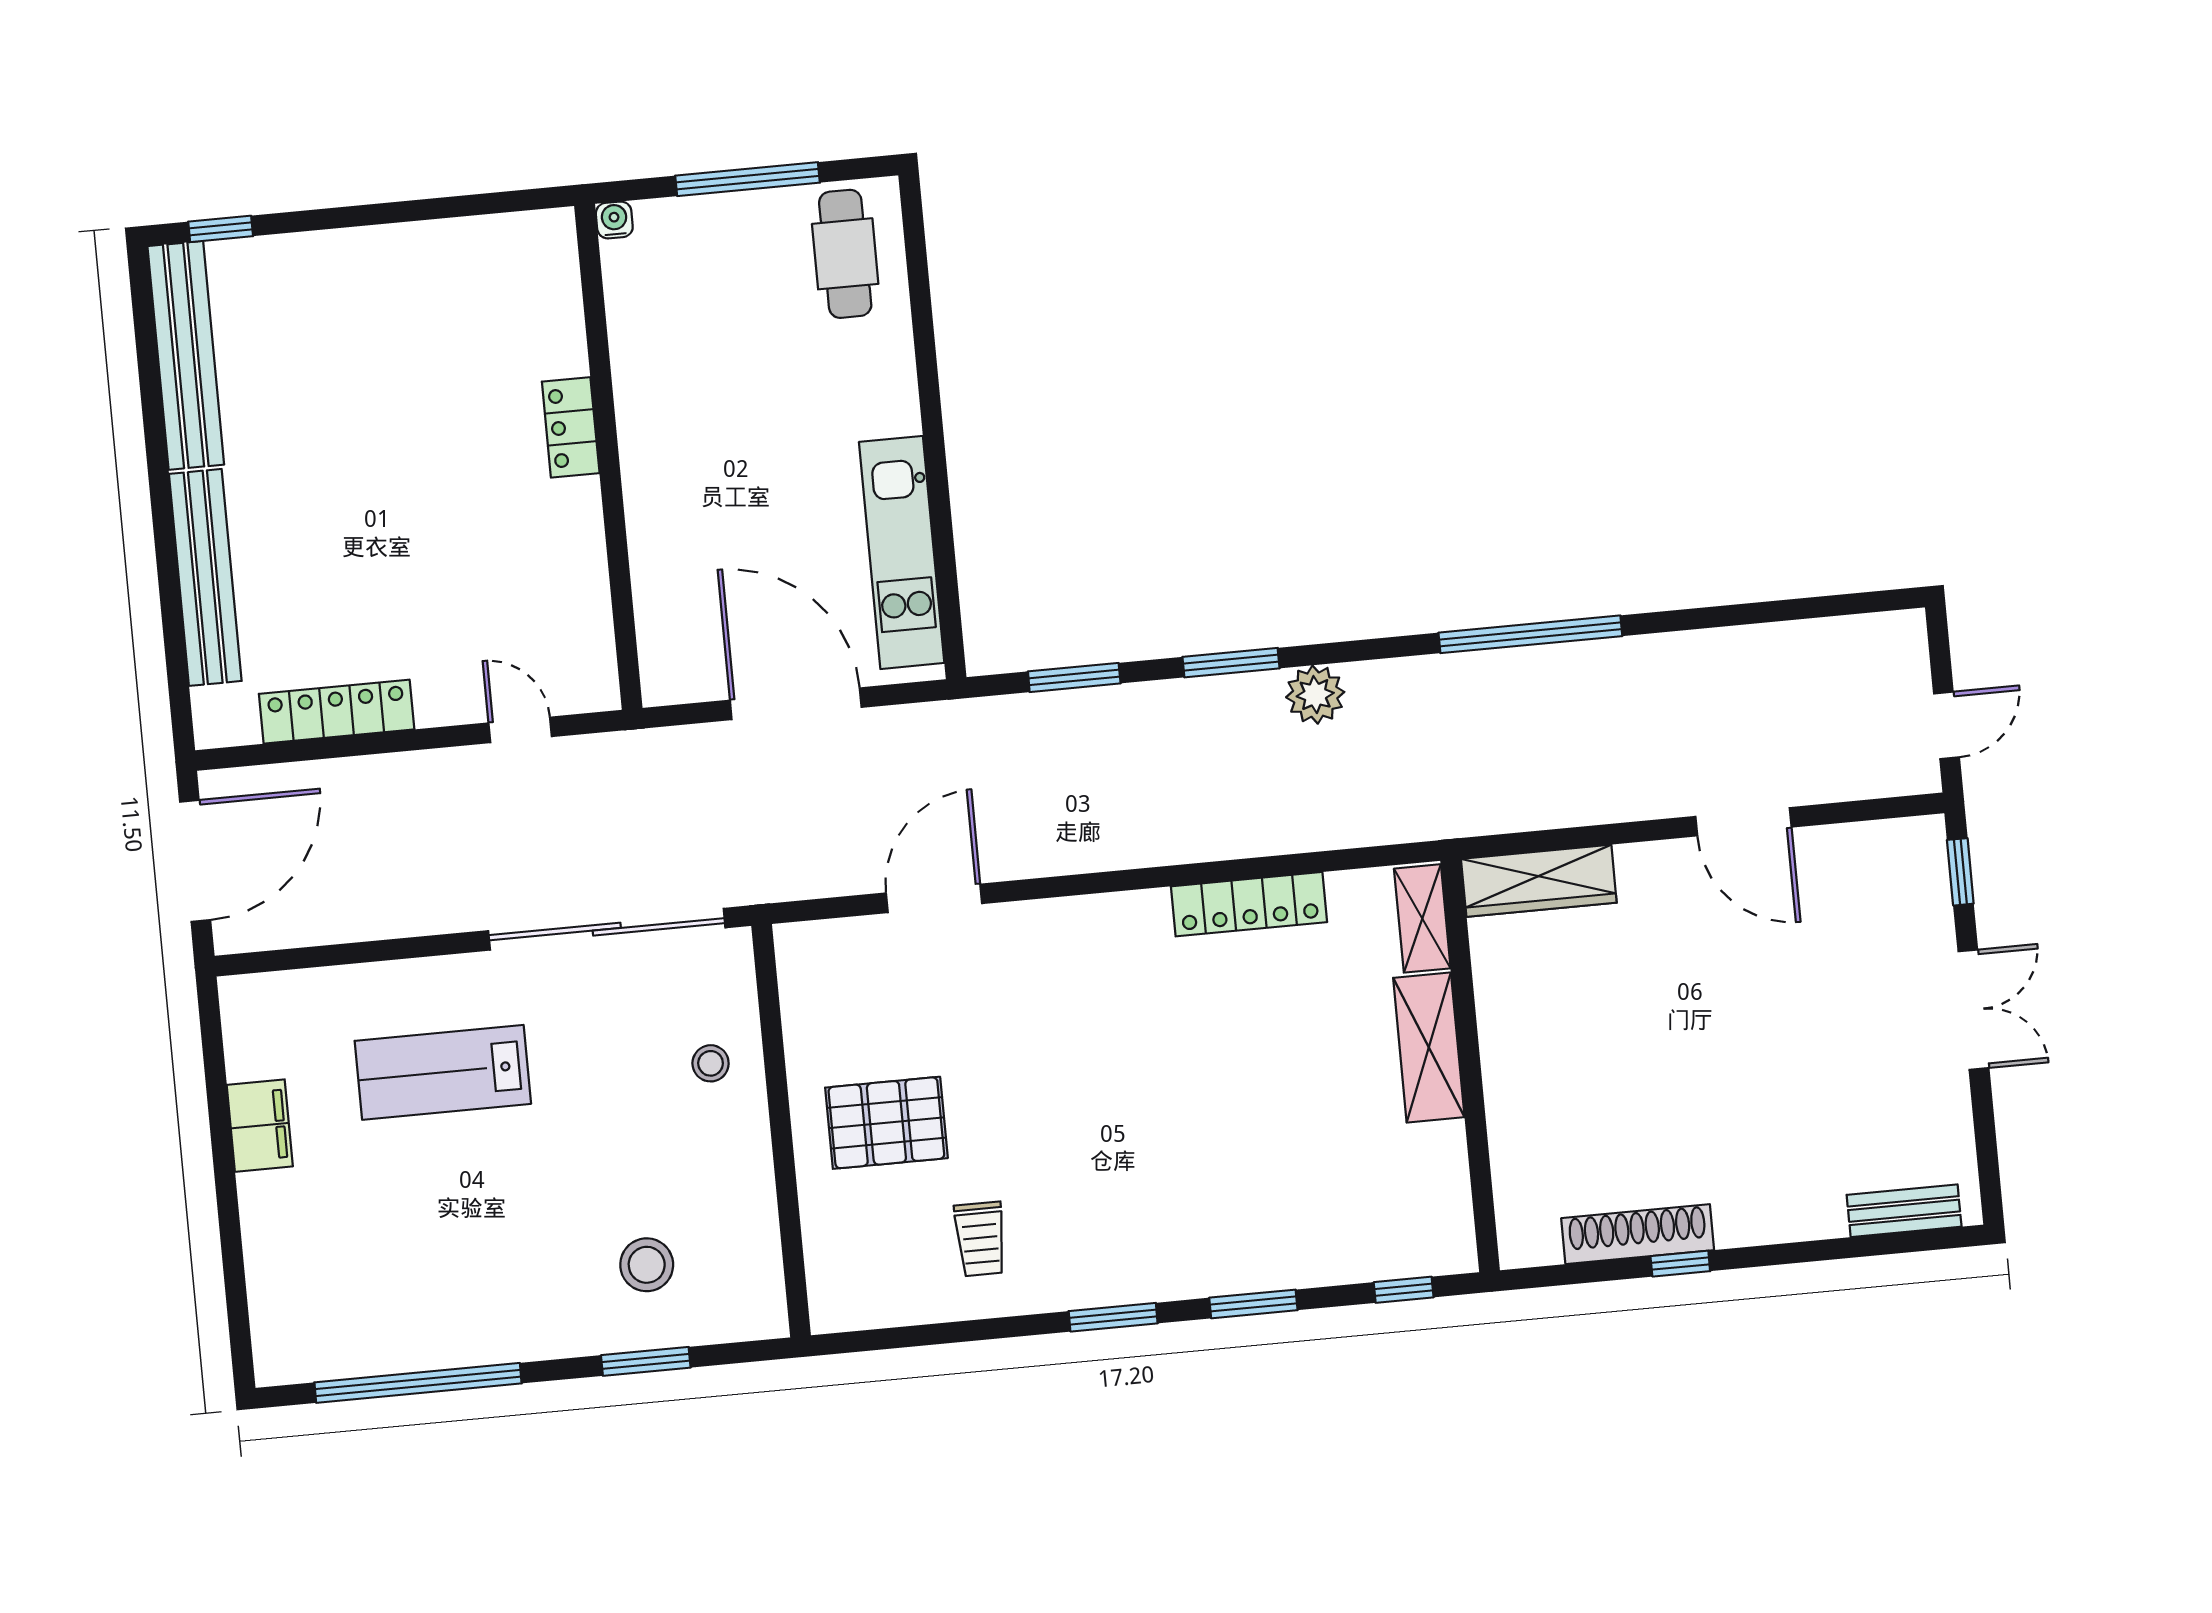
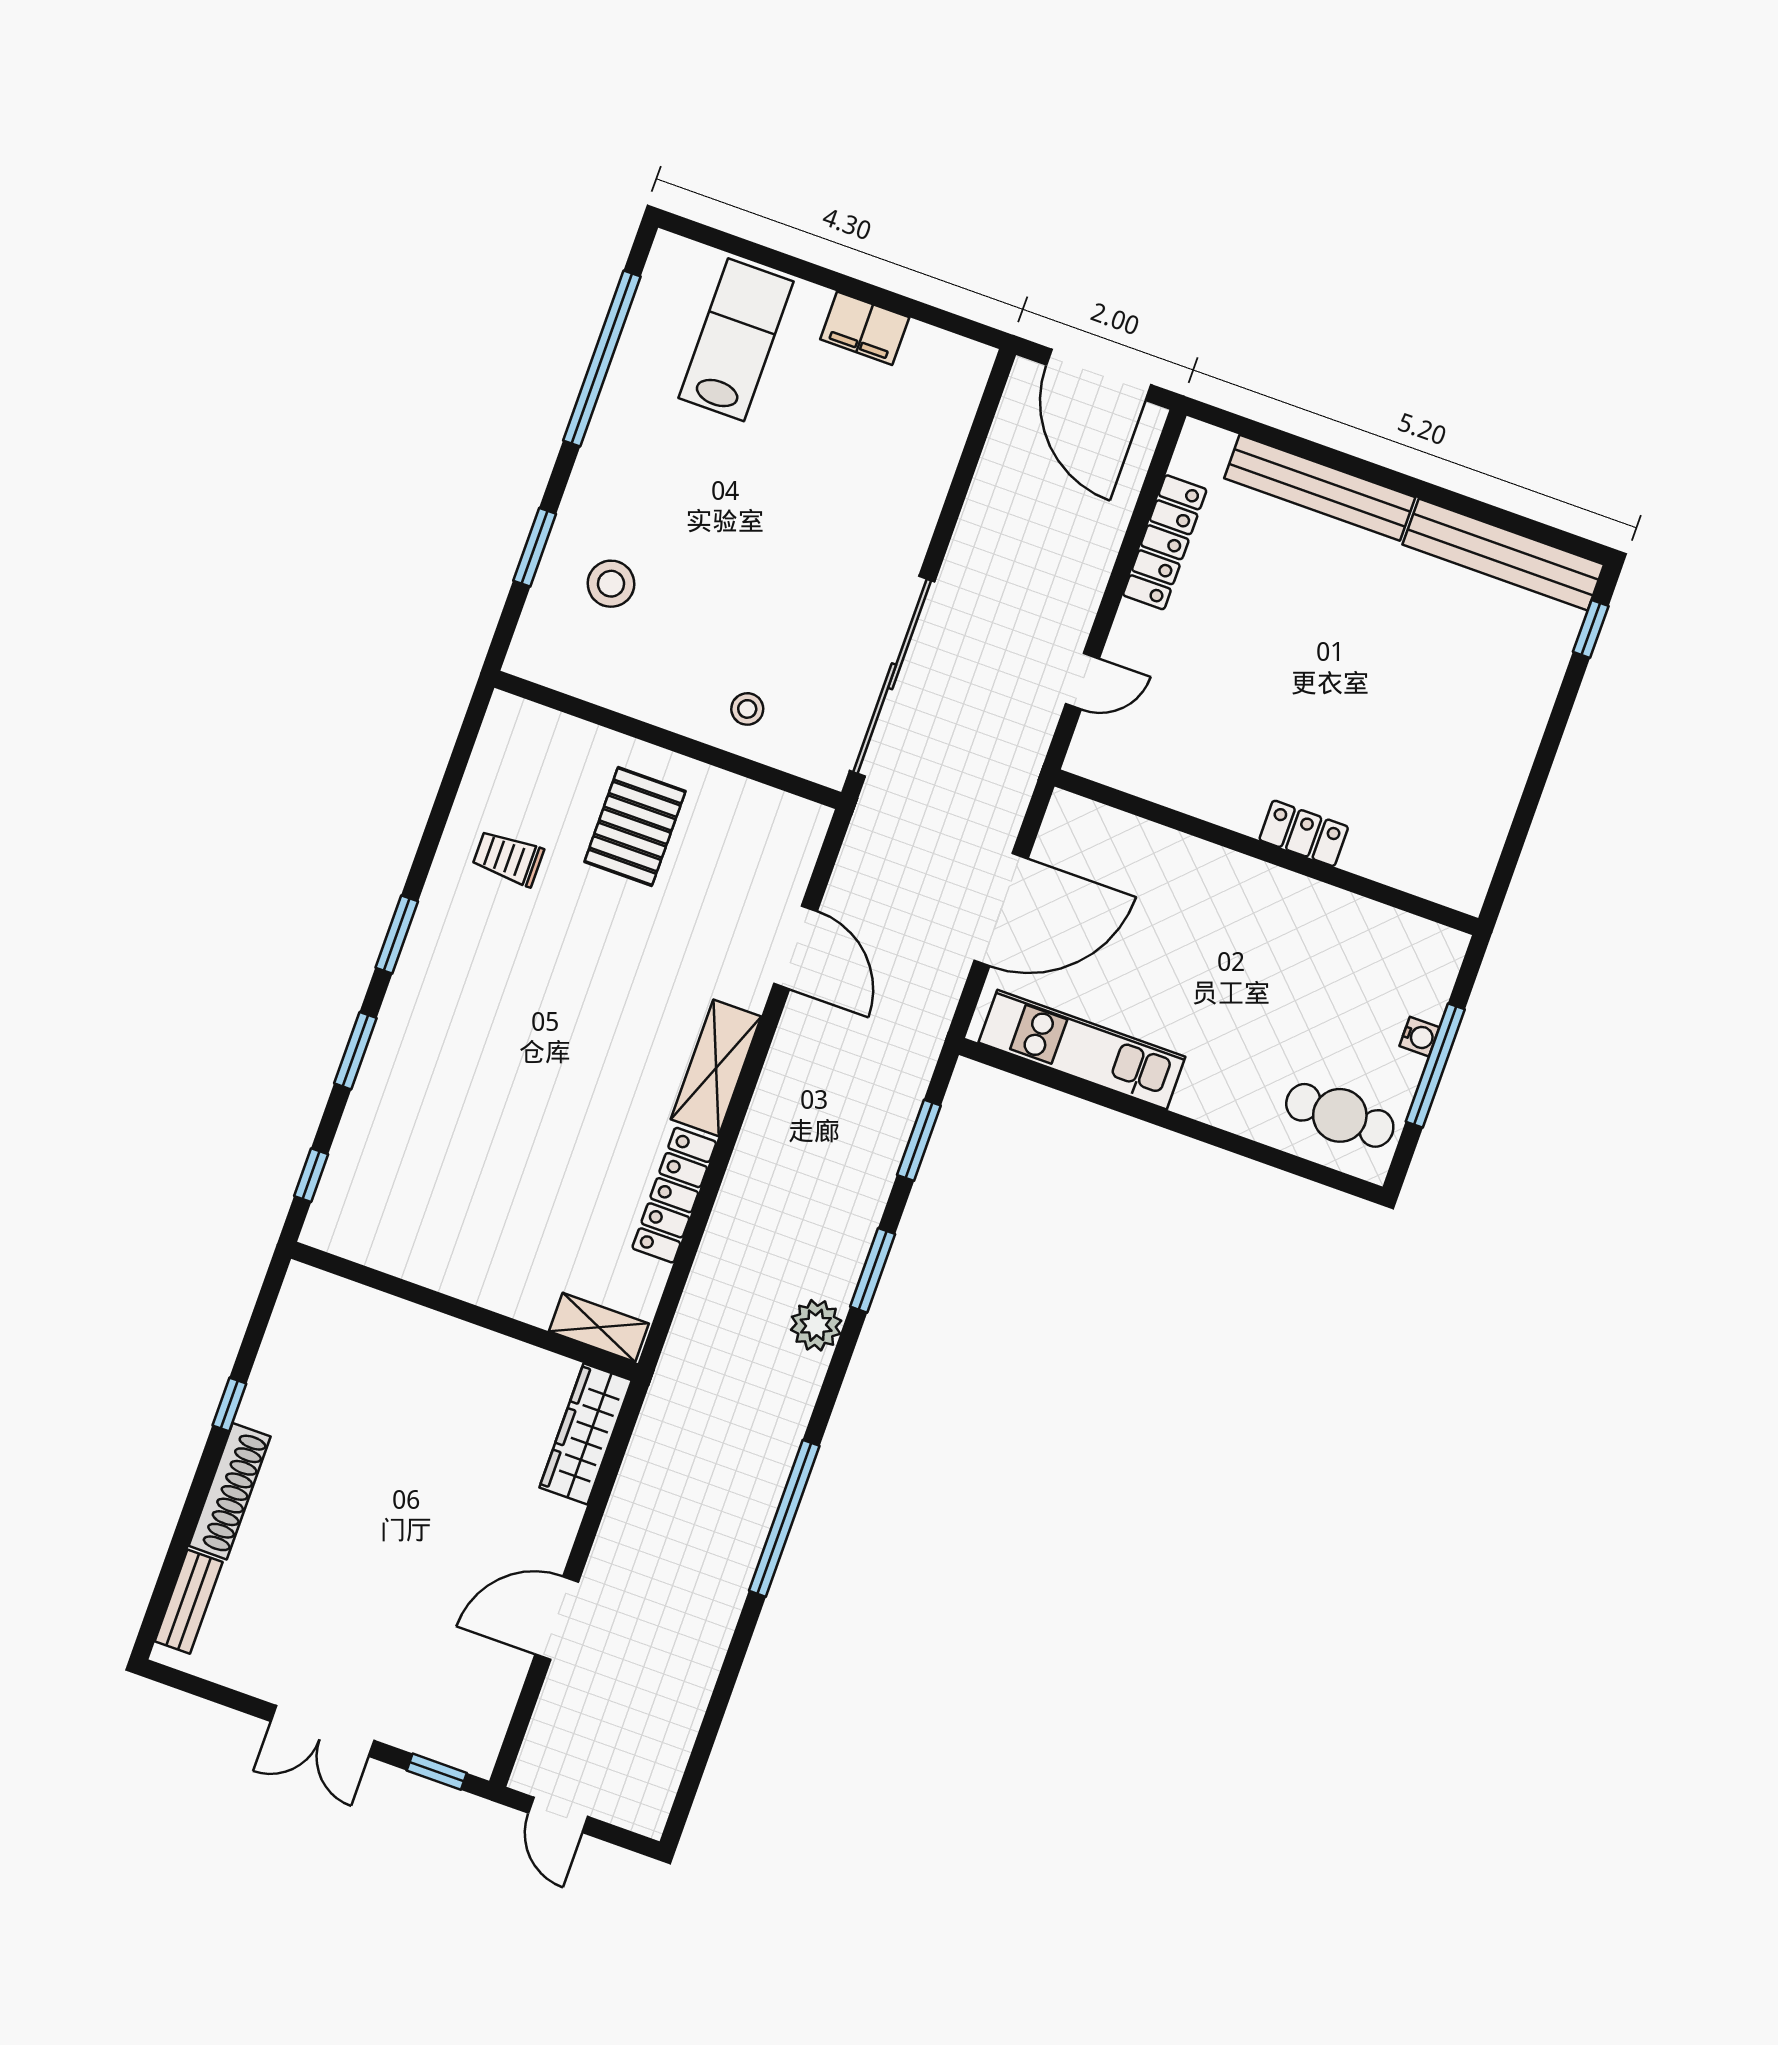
water cooler: (614, 220) -> (1419, 1037), moved
shelving: (1429, 1048) -> (716, 1068), moved, turned 90
lab bench: (443, 1072) -> (736, 340), moved
shoe rack: (1638, 1234) -> (230, 1491), moved

